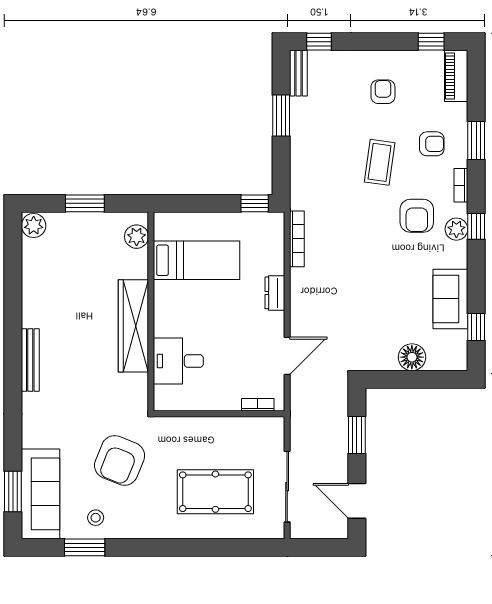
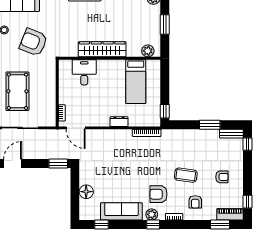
window: (476, 141) -> (220, 225), moved
sofa: (450, 299) -> (121, 211), width x1.36
door: (287, 356) -> (76, 128), moved
window: (357, 435) -> (58, 164), moved

